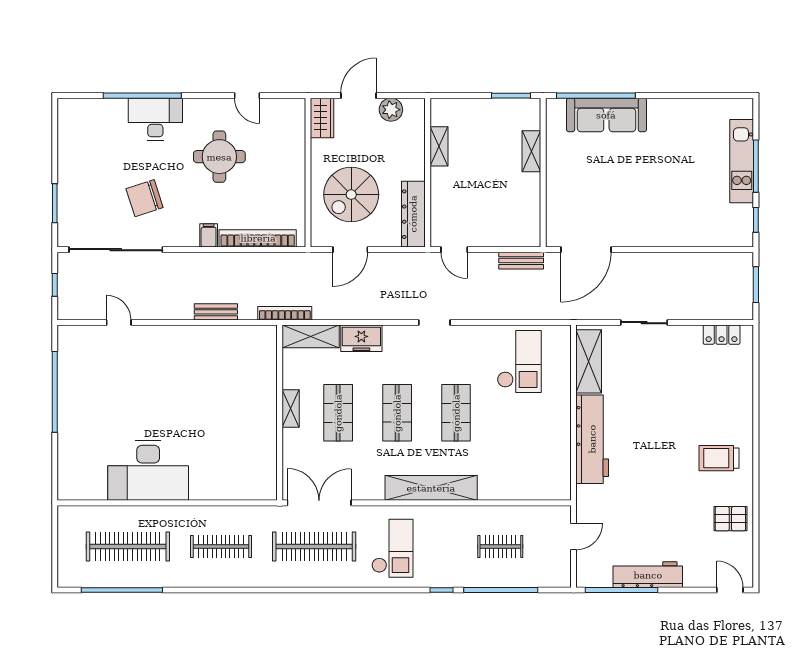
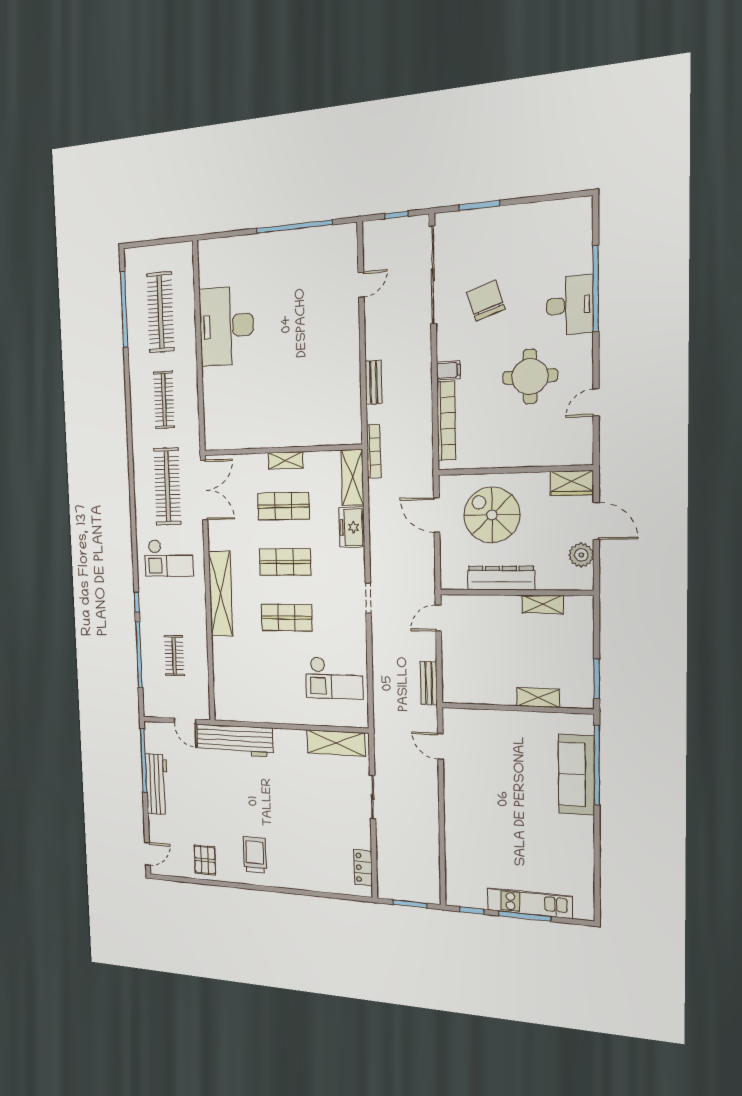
dresser: (413, 214) -> (501, 578), moved
door: (586, 250) -> (440, 746), width x0.53
workbench: (592, 439) -> (235, 740), moved

